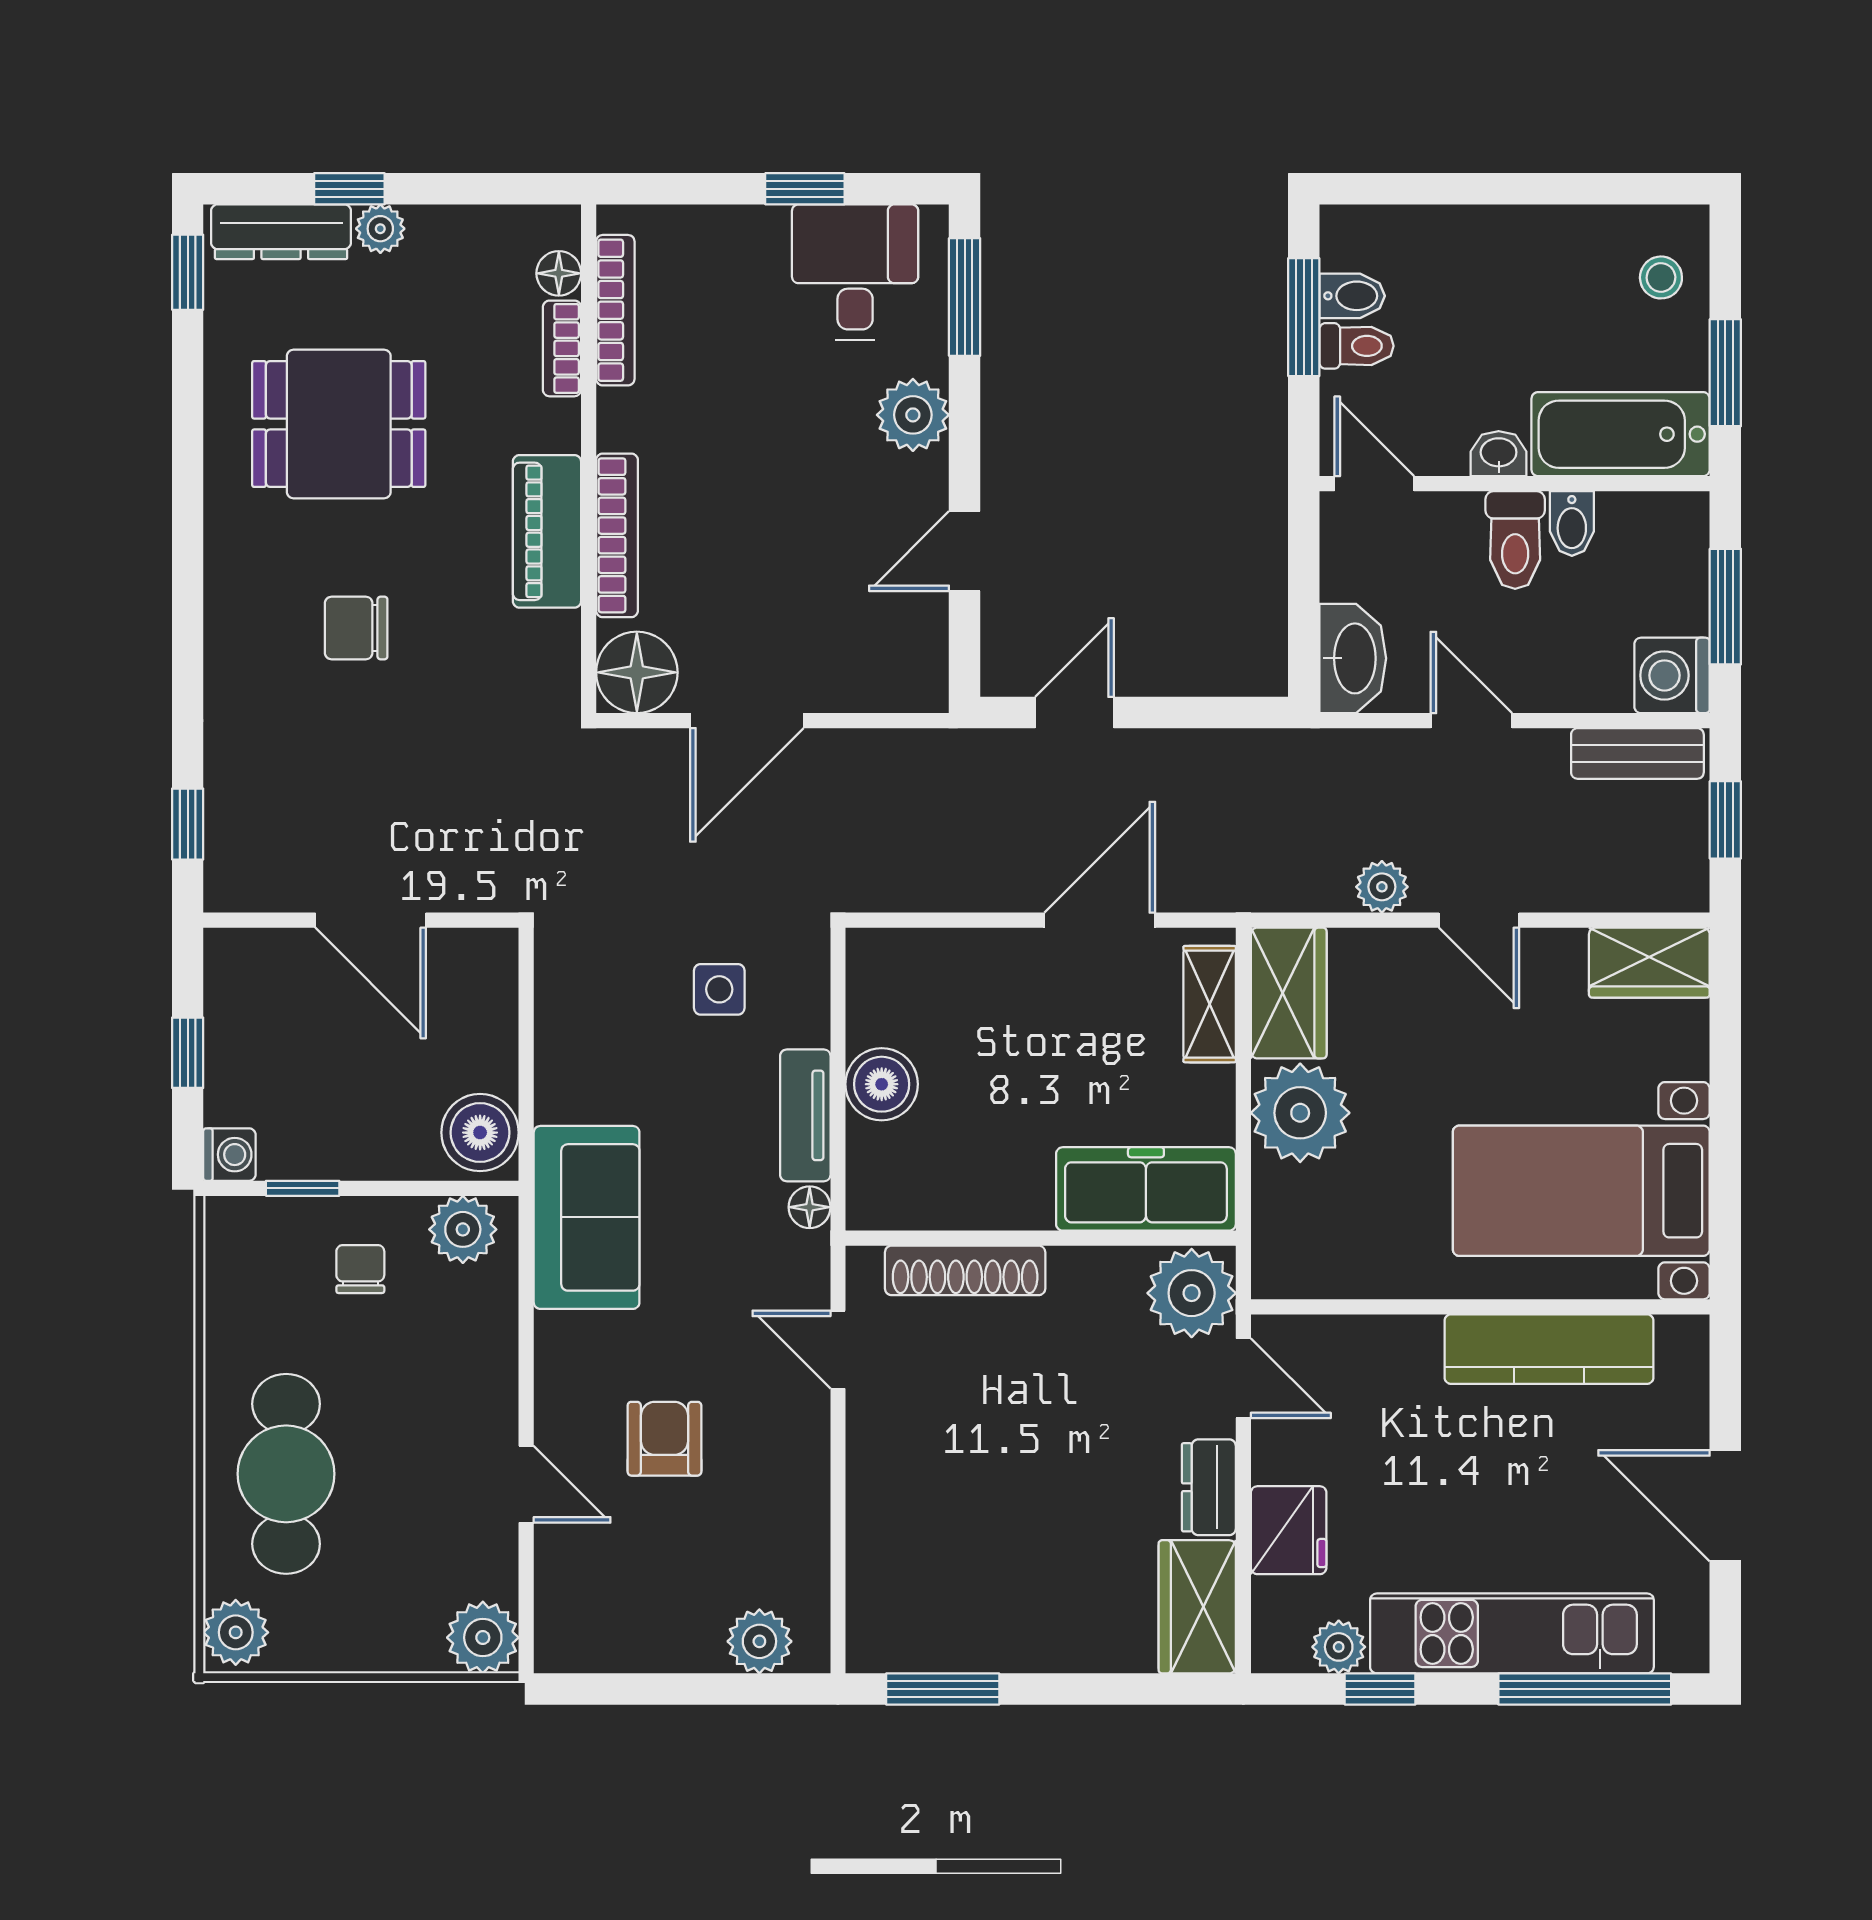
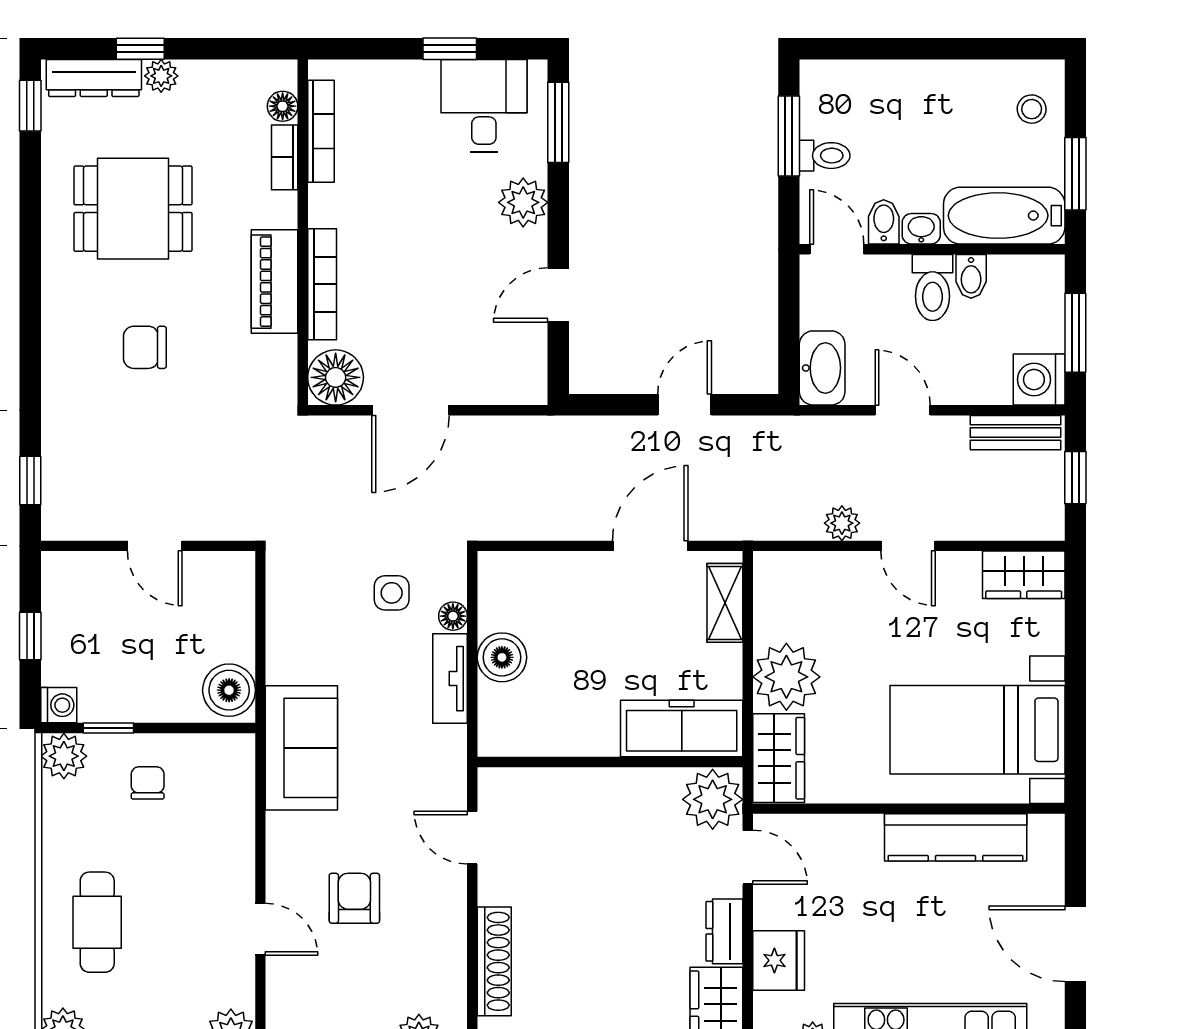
bidet: (1352, 296) -> (884, 222), moved, turned -90
door: (1075, 713) -> (685, 405), moved
door: (371, 920) -> (155, 546), width x0.73
wardrobe: (1289, 993) -> (779, 758), moved
floor lamp: (810, 1207) -> (453, 616), moved
plant: (463, 1229) -> (64, 756), moved
shoe rack: (965, 1270) -> (494, 961), moved, turned -90
cafe table: (286, 1474) -> (97, 922), width x0.73, depth x0.74

